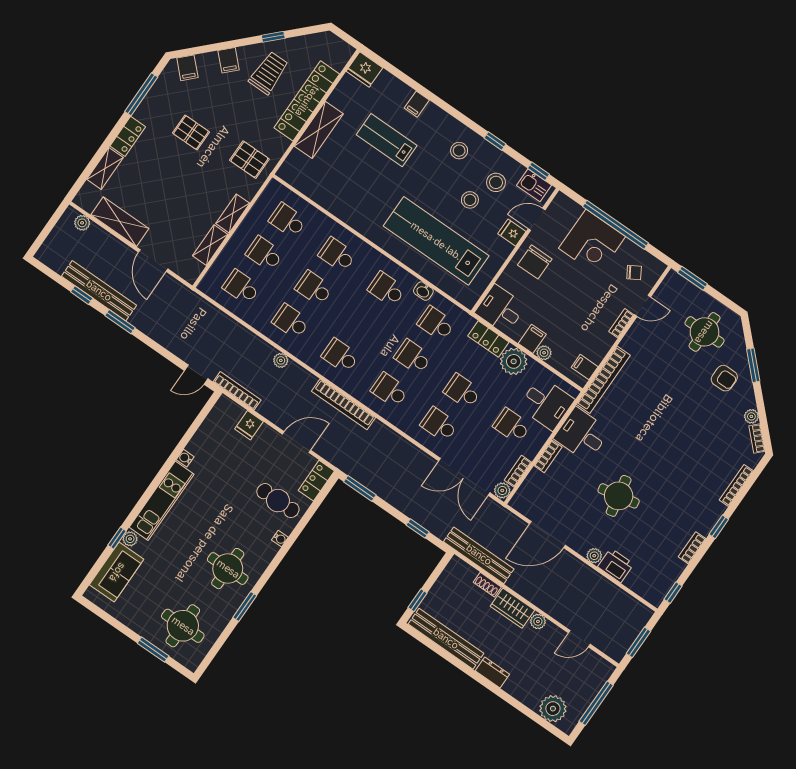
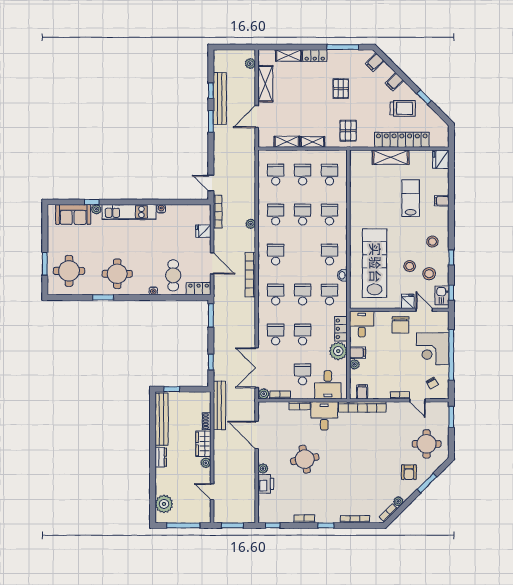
chair: (535, 262) -> (400, 325), turned -90

